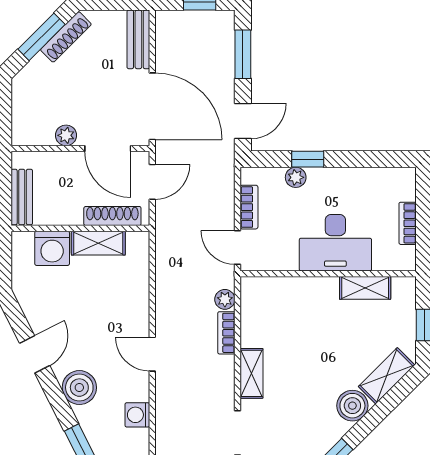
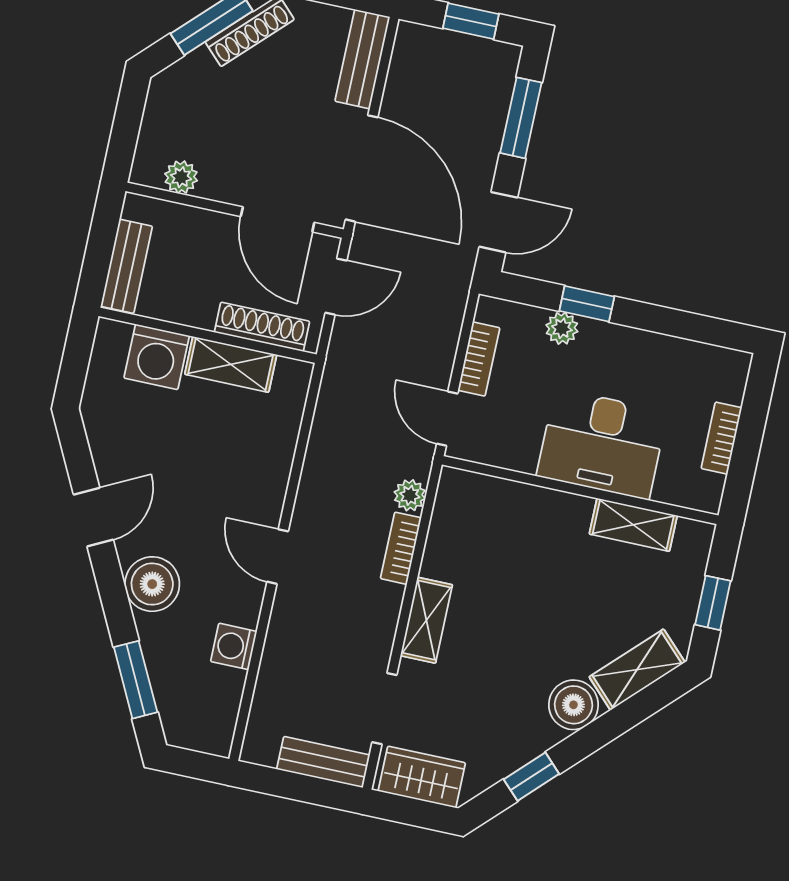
plant: (66, 135) -> (181, 177), moved

